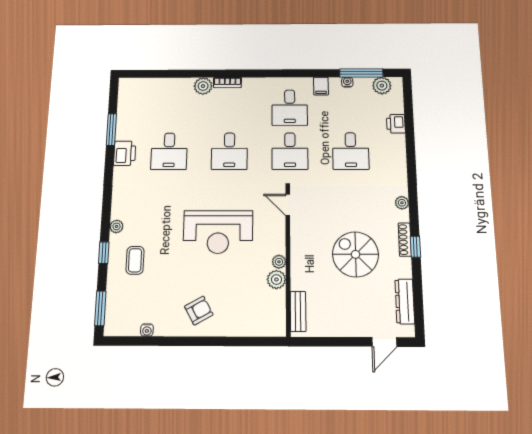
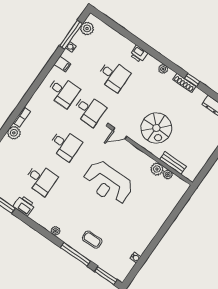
printer: (396, 124) -> (139, 54), moved
plant: (116, 226) -> (55, 231), moved
reception desk: (218, 232) -> (108, 183), turned 90
window: (104, 253) -> (76, 254), width x2.17
spiral stairs: (356, 254) -> (156, 128), moved, turned -90
plant: (279, 262) -> (168, 174), moved
armchair: (199, 311) -> (144, 223), removed
bench: (298, 311) -> (173, 163), moved

